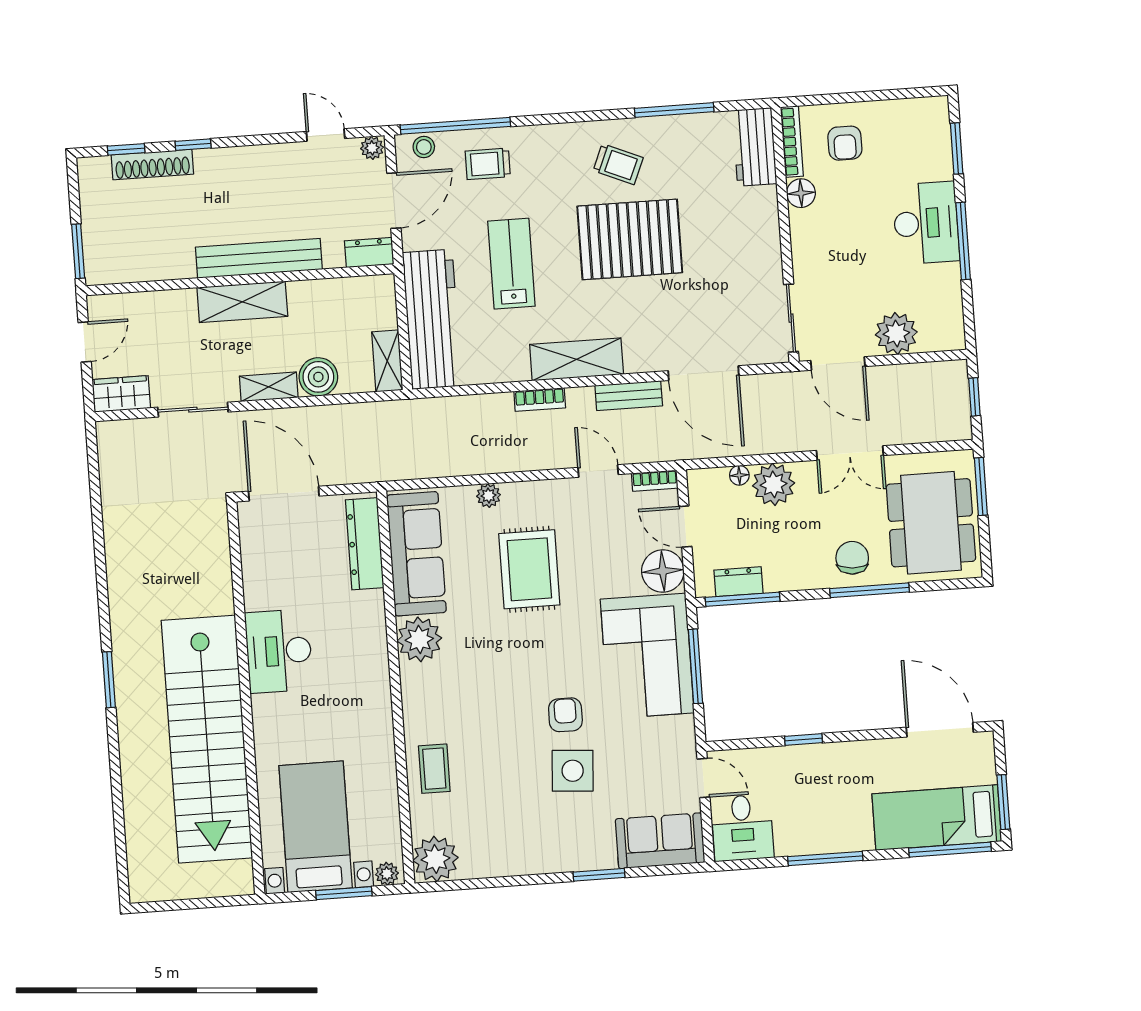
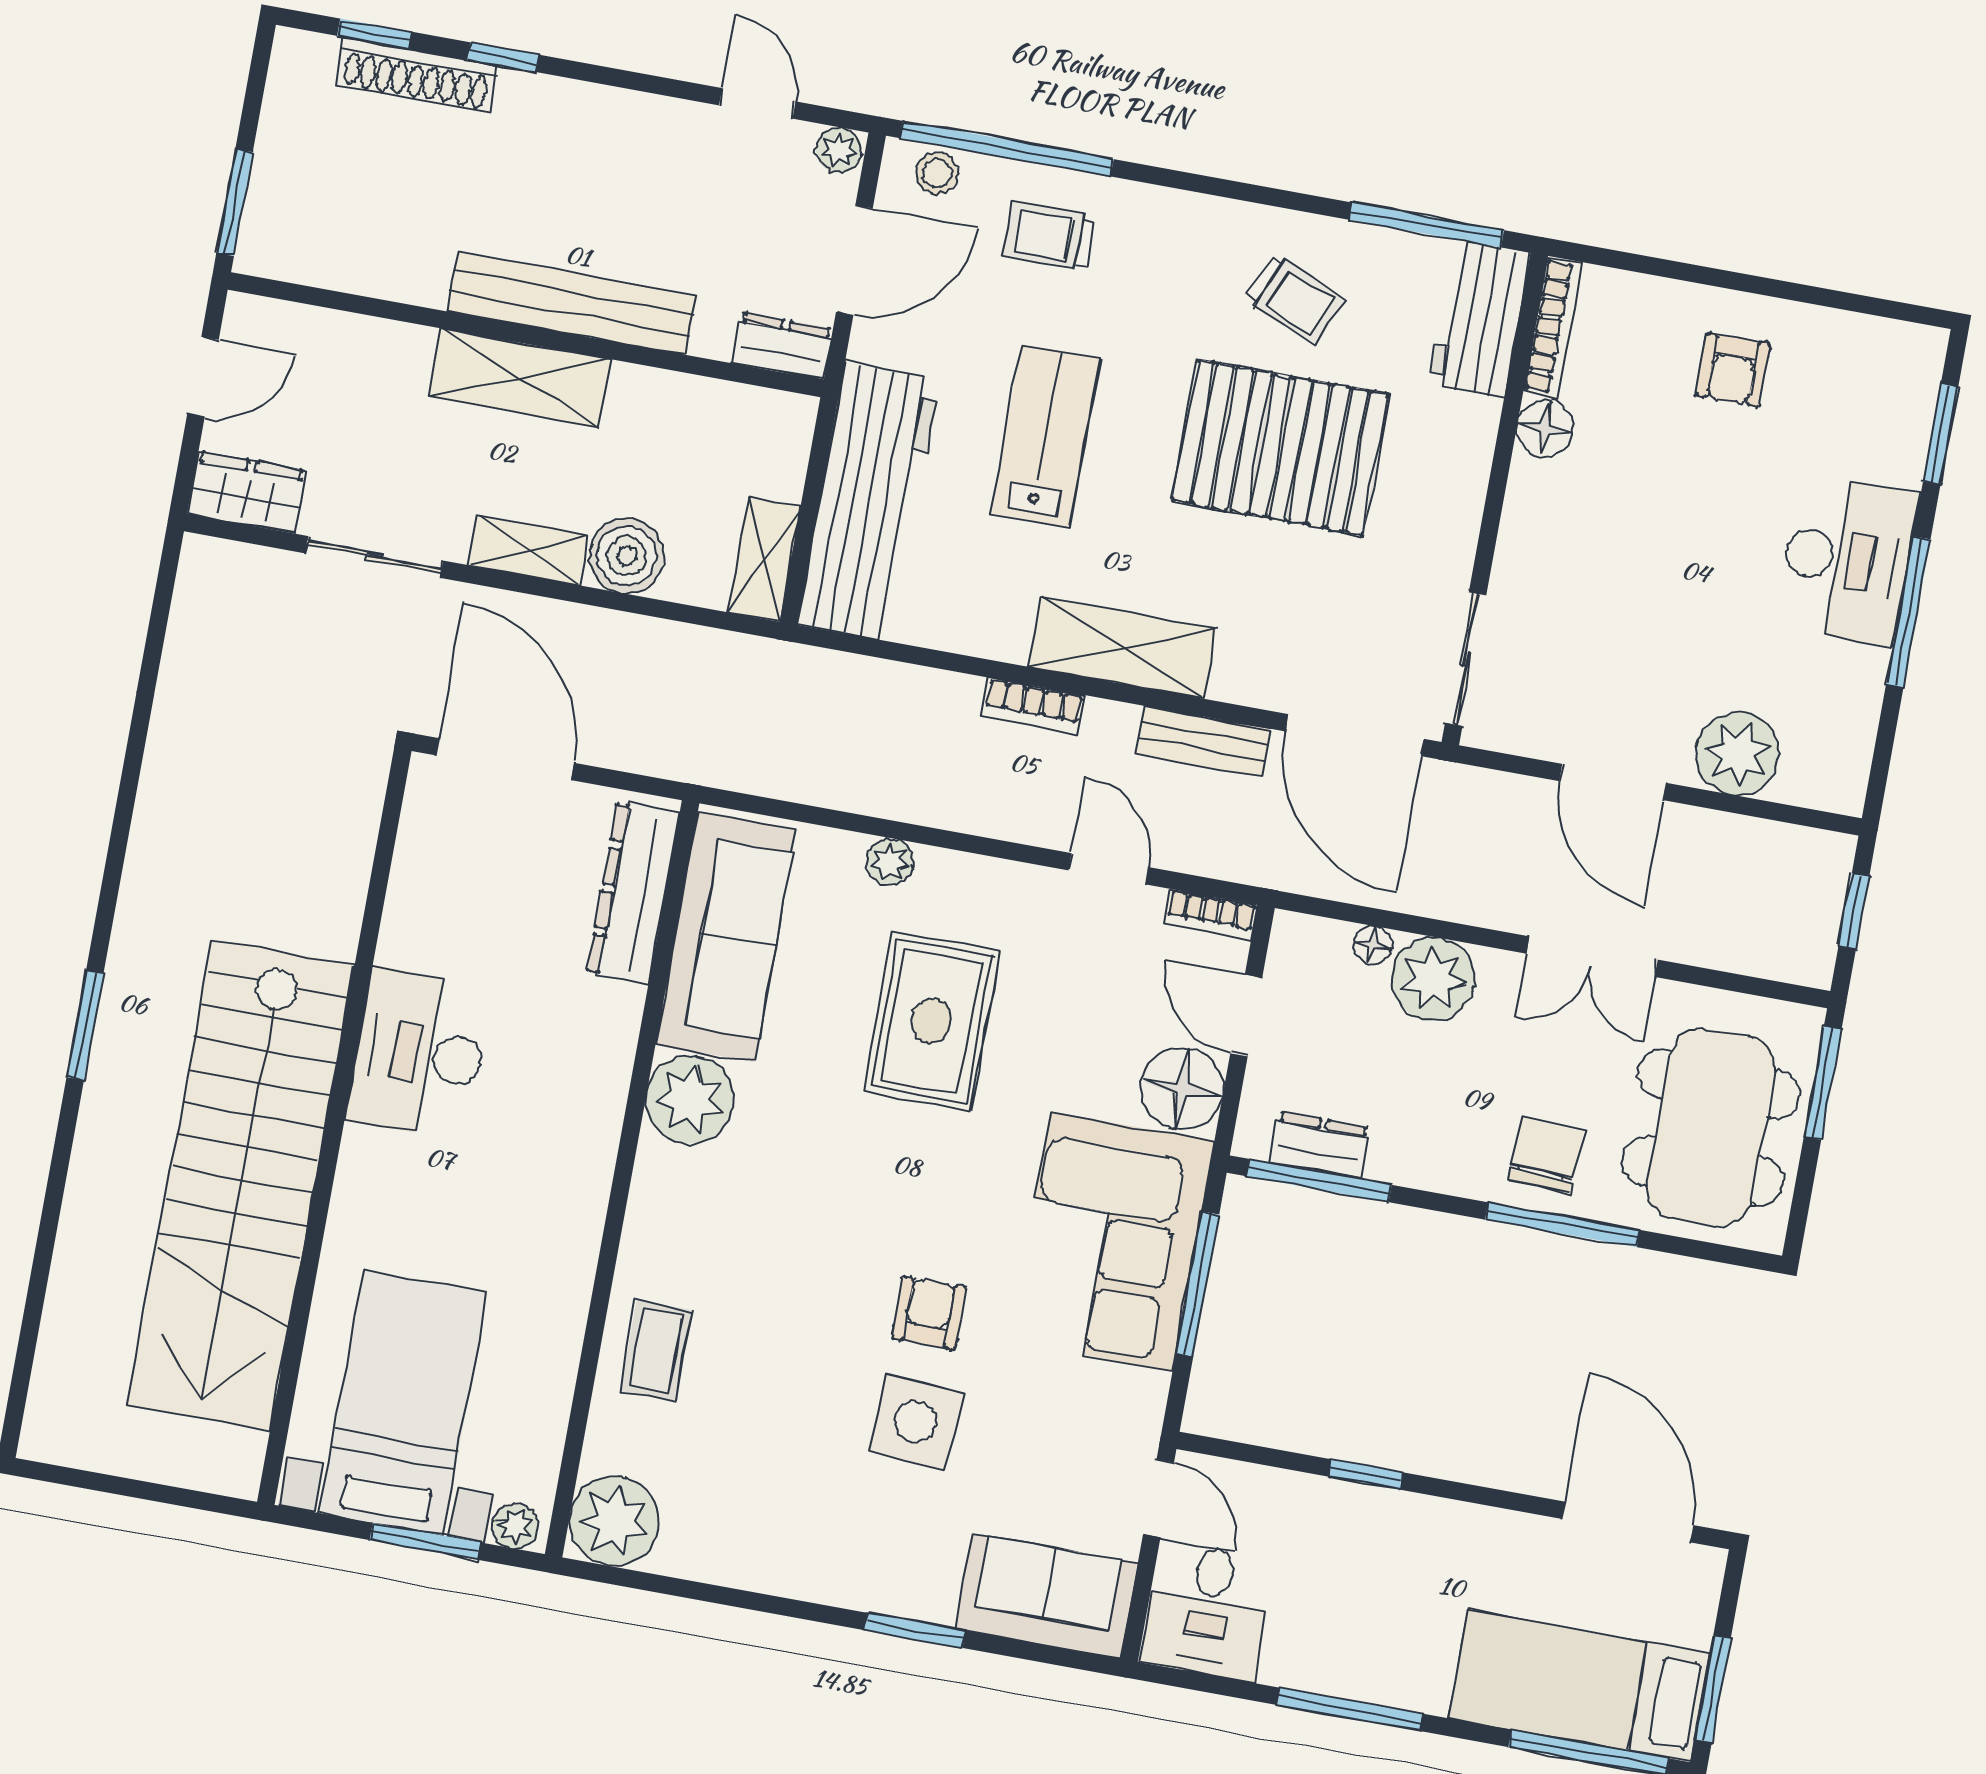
bookcase: (792, 142) -> (1553, 327), moved
workbench: (754, 147) -> (1480, 319), moved
floor lamp: (801, 193) -> (1545, 428), moved
wall: (785, 235) -> (1495, 499), moved
sliding door: (791, 318) -> (1466, 659), moved

